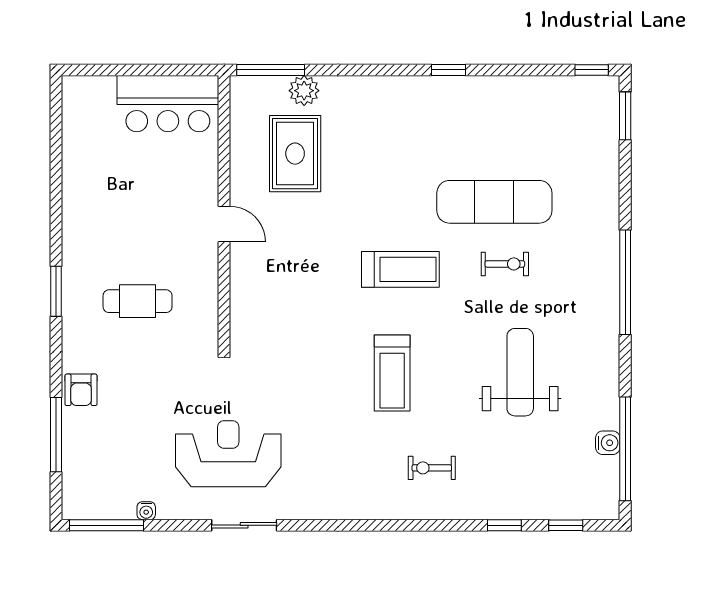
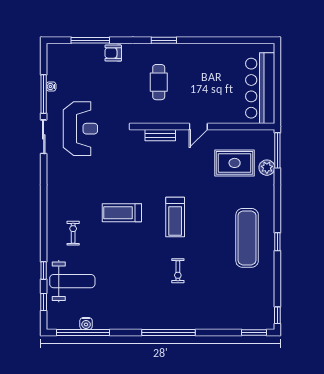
bar counter: (168, 104) -> (260, 88), width x1.36
exercise mat: (494, 202) -> (247, 238), moved
bench: (241, 298) -> (160, 135), added
weight bench: (520, 372) -> (72, 281), moved
window: (106, 525) -> (44, 94), moved

